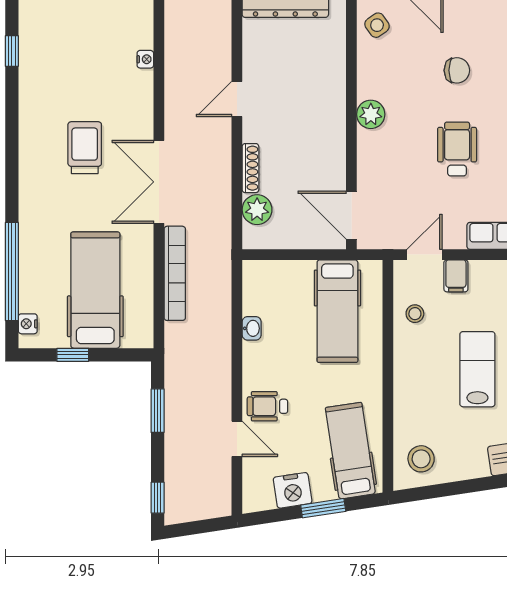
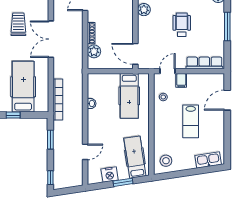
bookcase: (175, 273) -> (58, 100), moved
lab bench: (477, 369) -> (191, 121), turned 180
wheelchair: (267, 406) -> (99, 138), removed
door: (237, 439) -> (85, 152), hinge flipped

